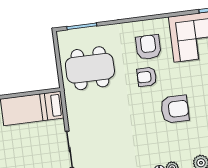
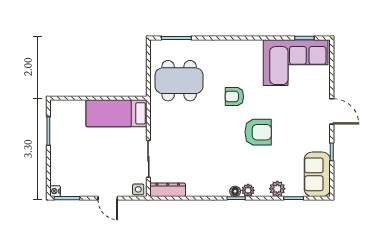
armchair: (148, 47) -> (240, 67), removed

